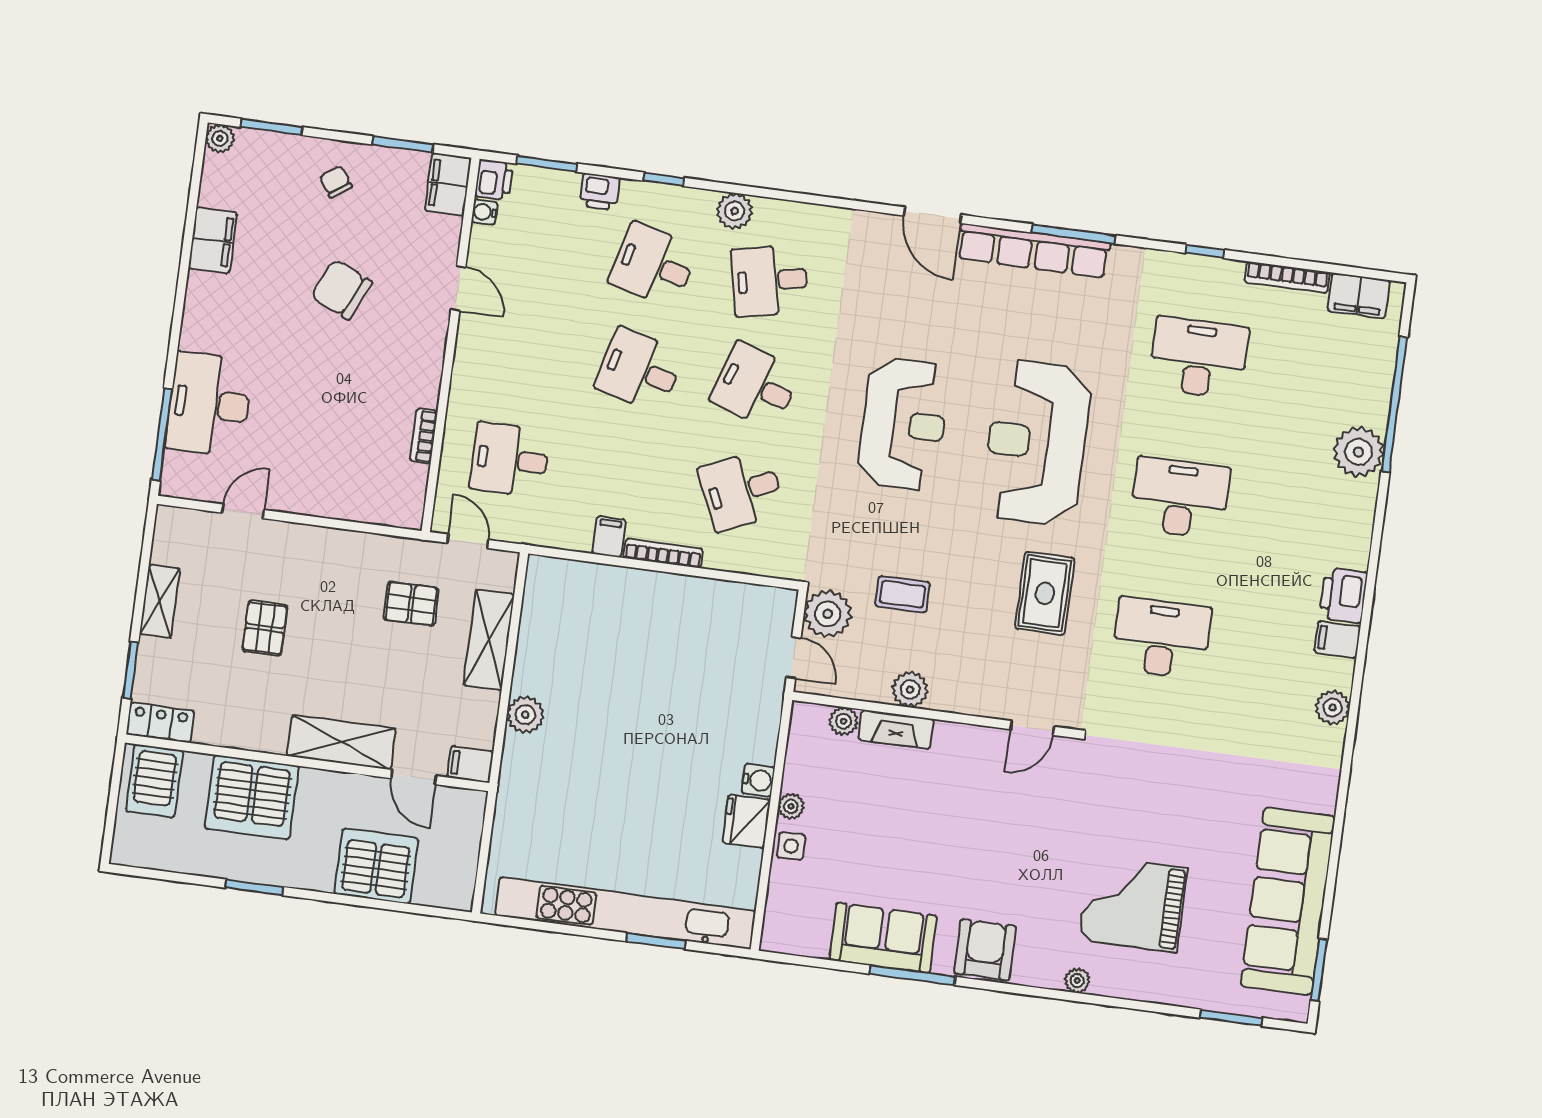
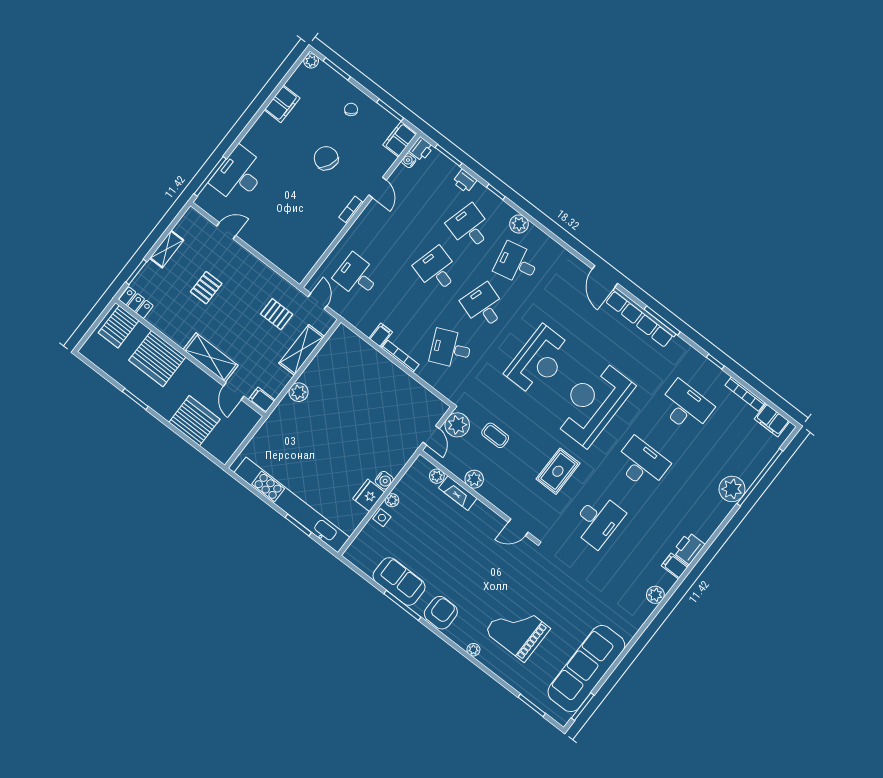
bookcase: (424, 436) -> (351, 210), moved
desk: (1161, 638) -> (598, 521), turned 90

